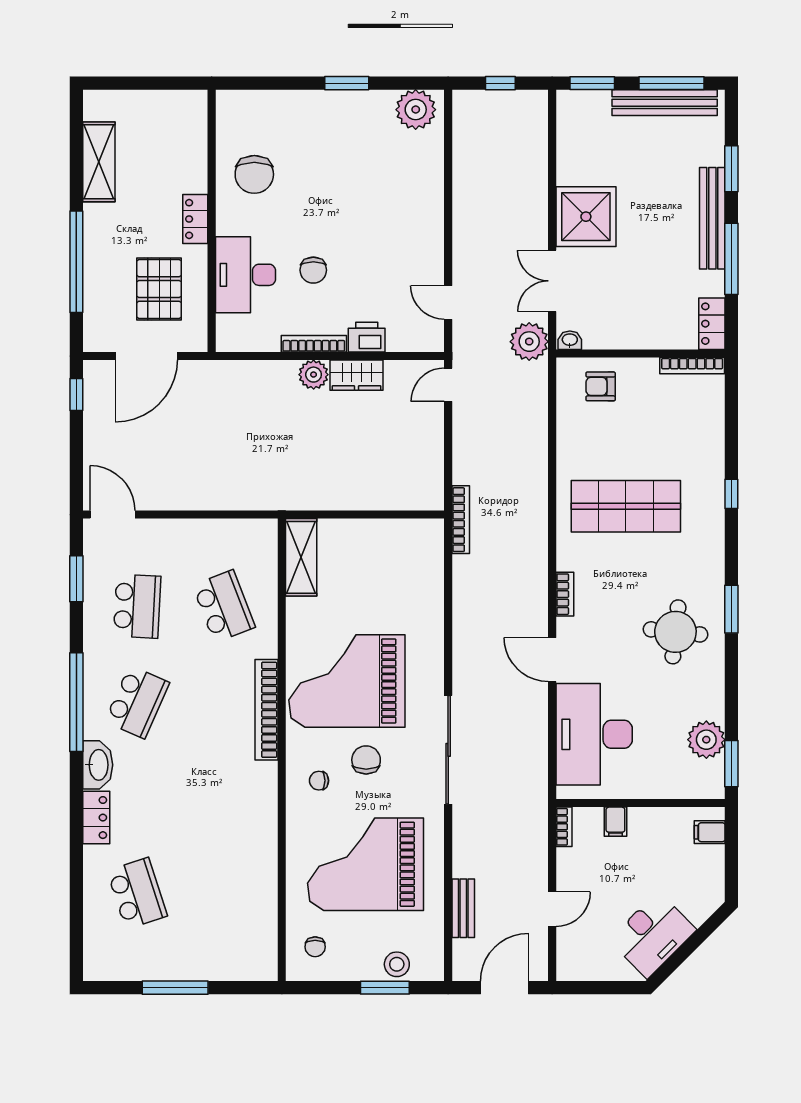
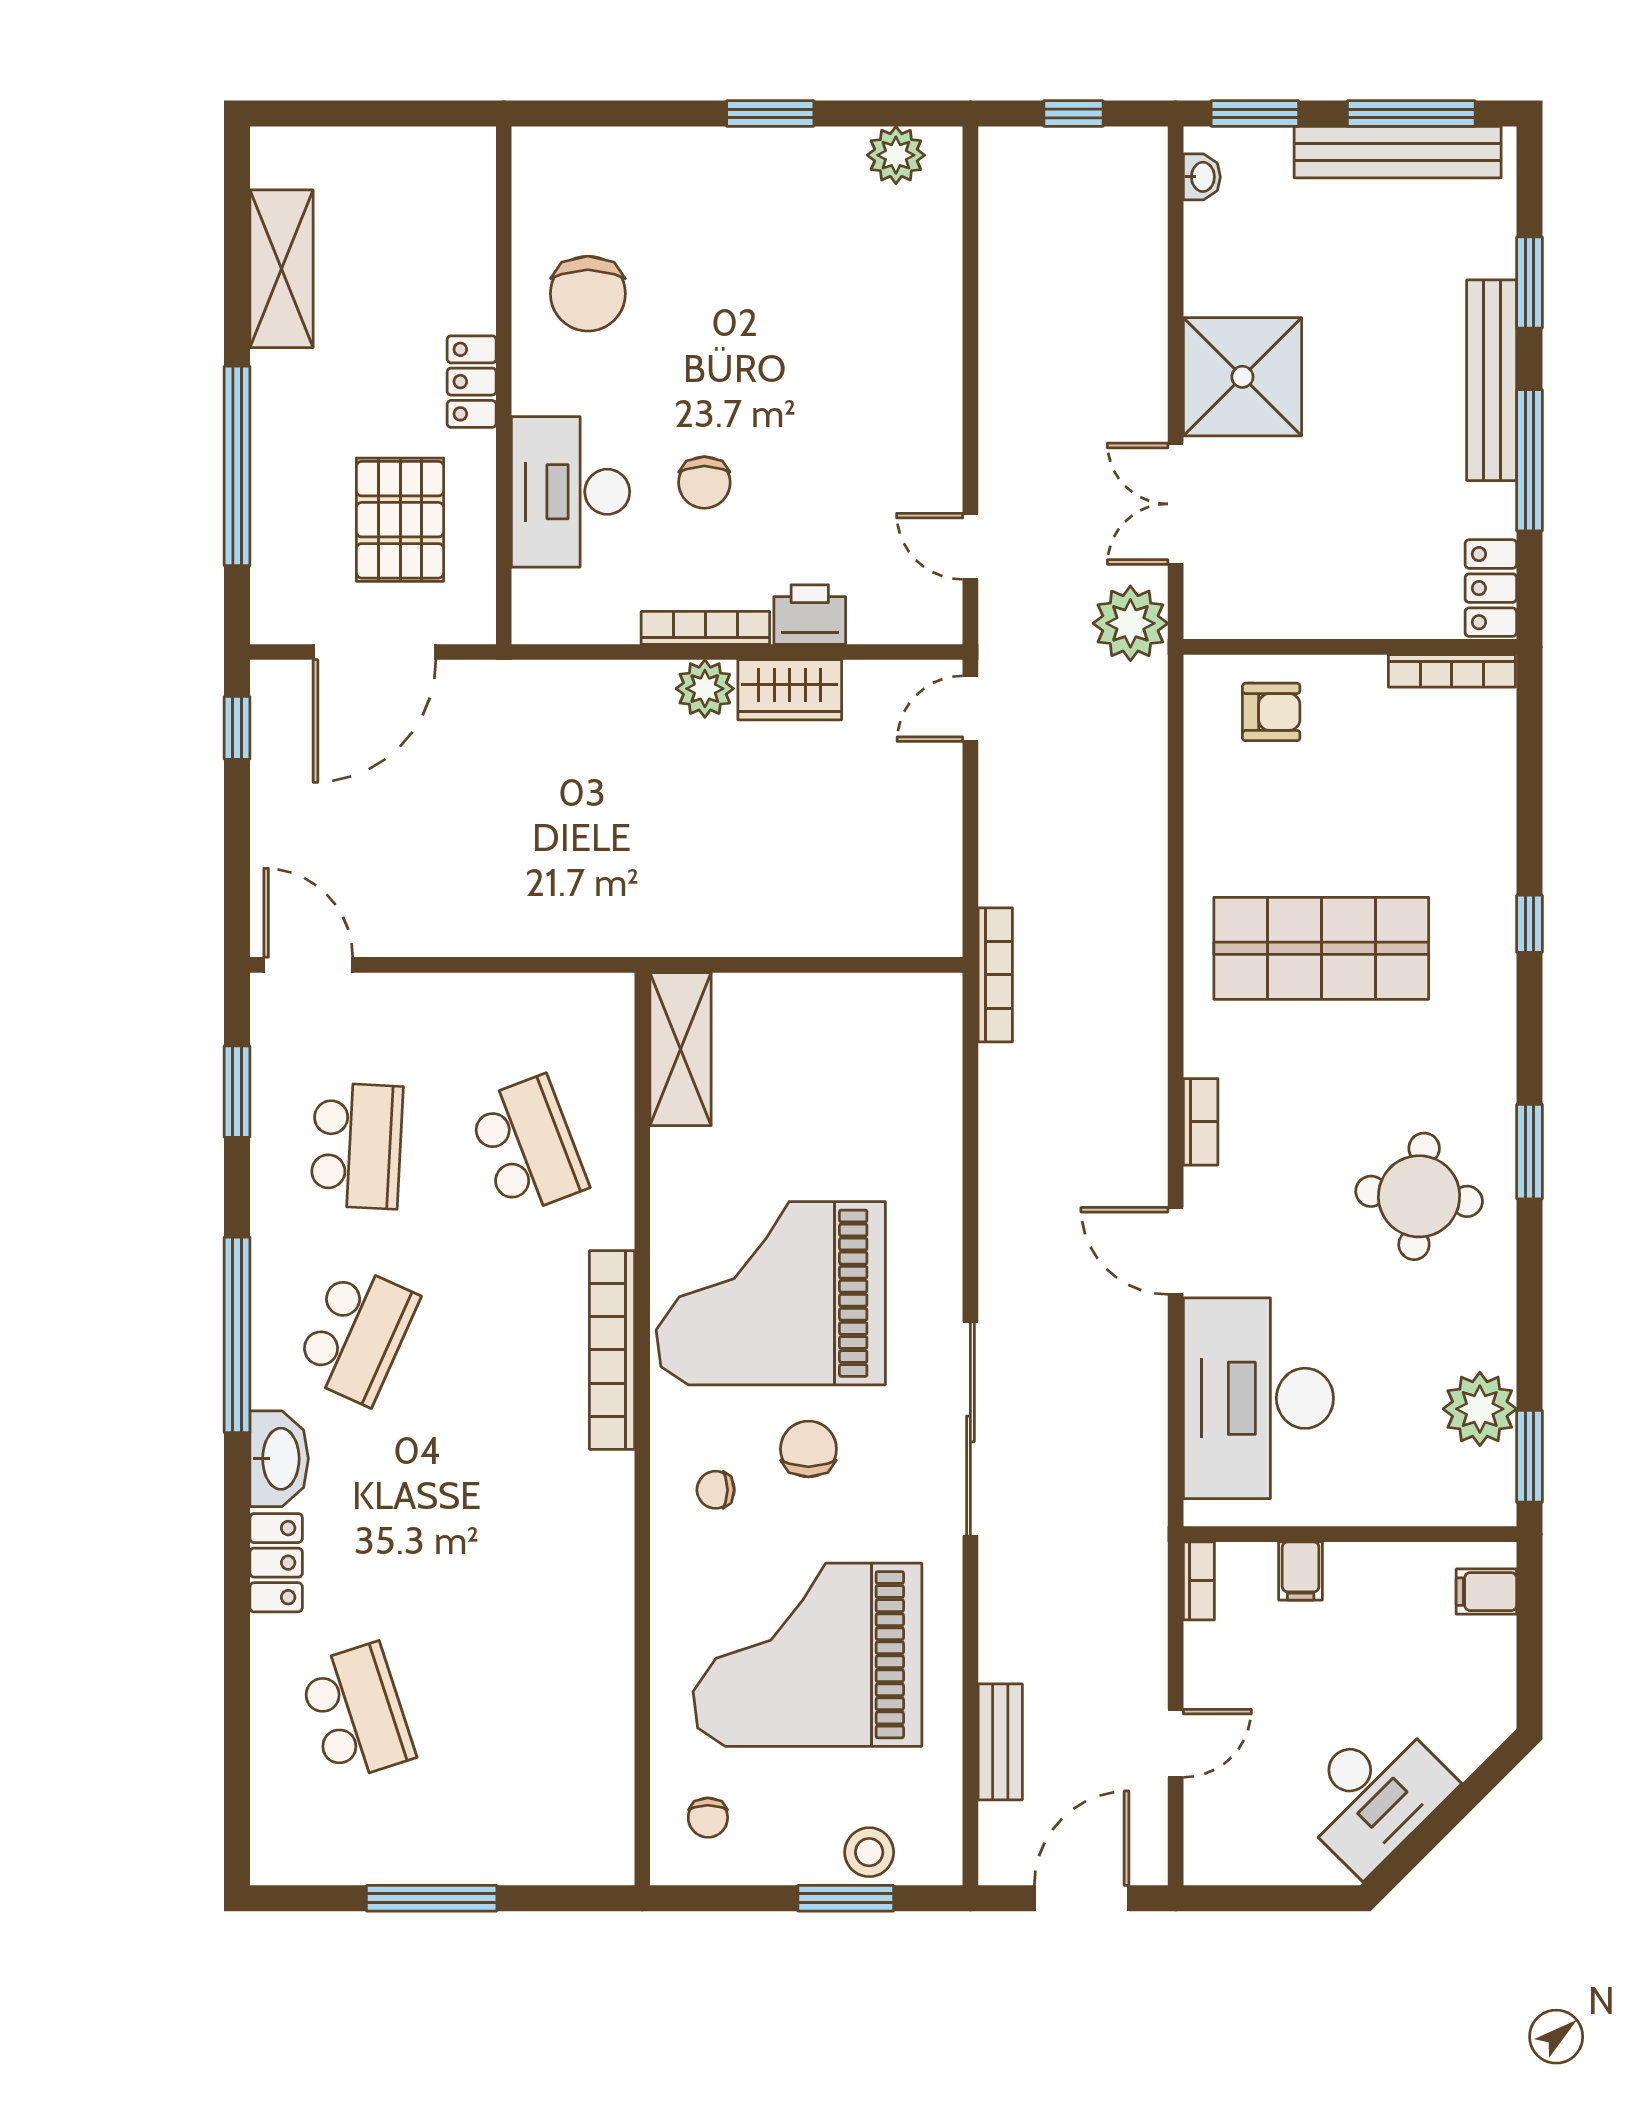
plant: (416, 110) -> (896, 155), width x0.73, depth x0.73
washbasin: (570, 340) -> (1202, 177), moved, turned 90
armchair: (601, 386) -> (1271, 712), turned 180

